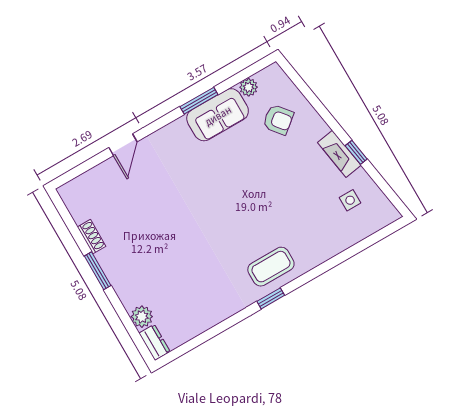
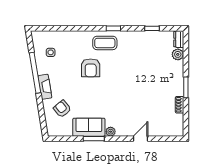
plant: (249, 87) -> (111, 132), moved
window: (356, 152) -> (35, 73), width x3.17
fireplace: (339, 154) -> (45, 87), moved
armchair: (270, 213) -> (91, 68), added
window: (208, 335) -> (152, 28), added

